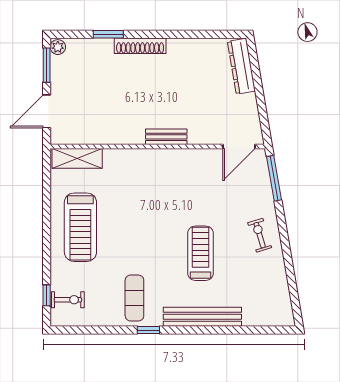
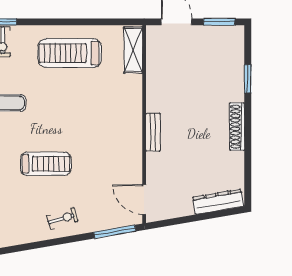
shoe rack: (140, 46) -> (237, 127), moved
plant: (58, 47) -> (236, 32), removed

